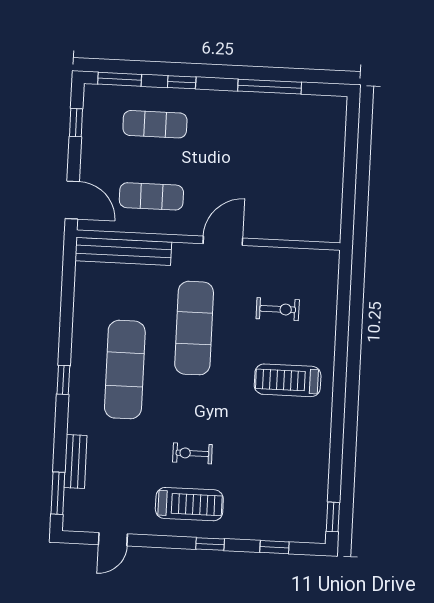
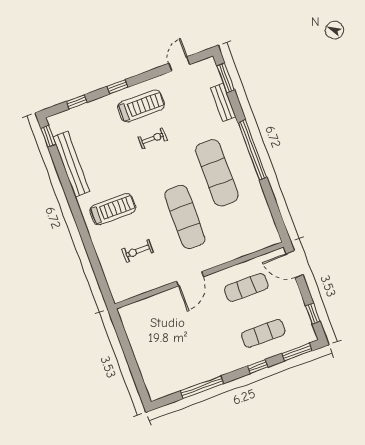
bench: (123, 251) -> (71, 164), moved, turned 90
window: (63, 380) -> (252, 150), width x3.17
treadmill: (189, 504) -> (141, 106), turned 180

